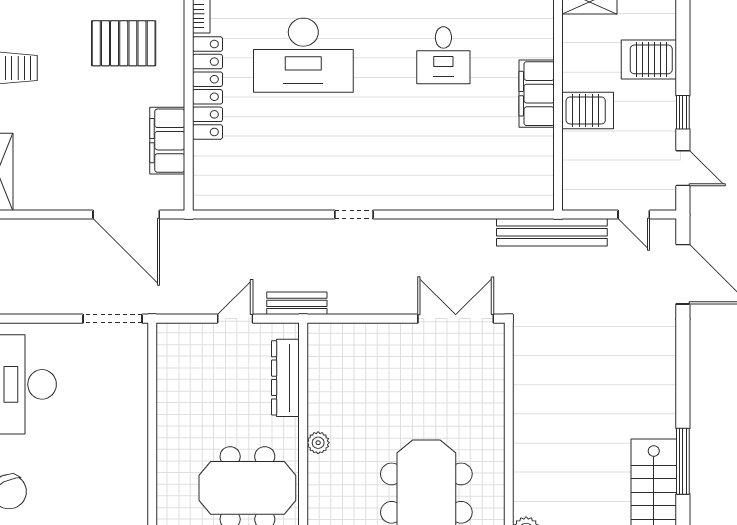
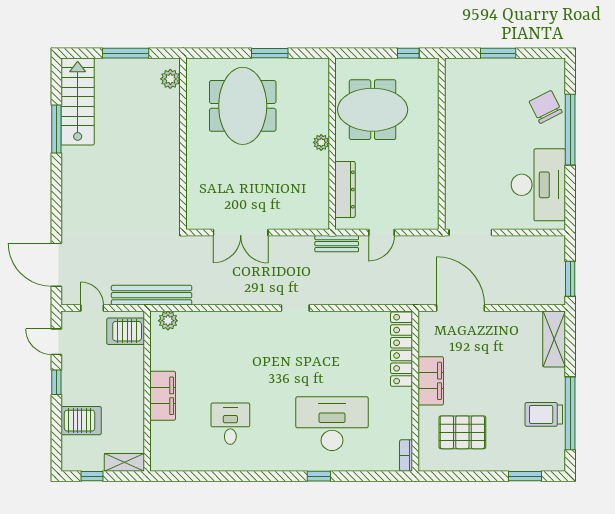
locker: (207, 88) -> (402, 349), moved
server rack: (588, 110) -> (126, 331), moved
filing cabinet: (167, 141) -> (431, 381), moved
plant: (529, 197) -> (168, 321), added
double door: (456, 319) -> (241, 232), moved

